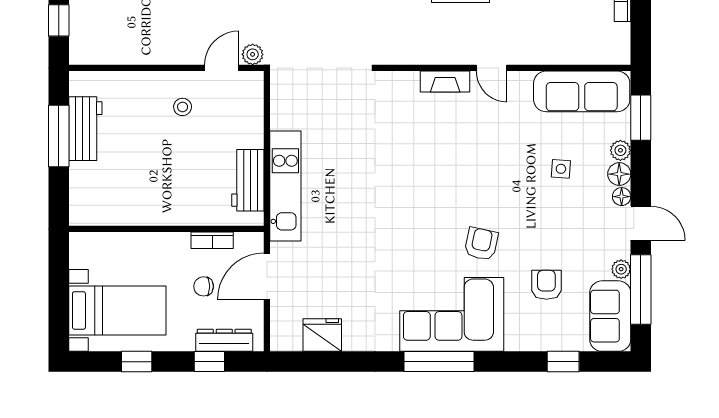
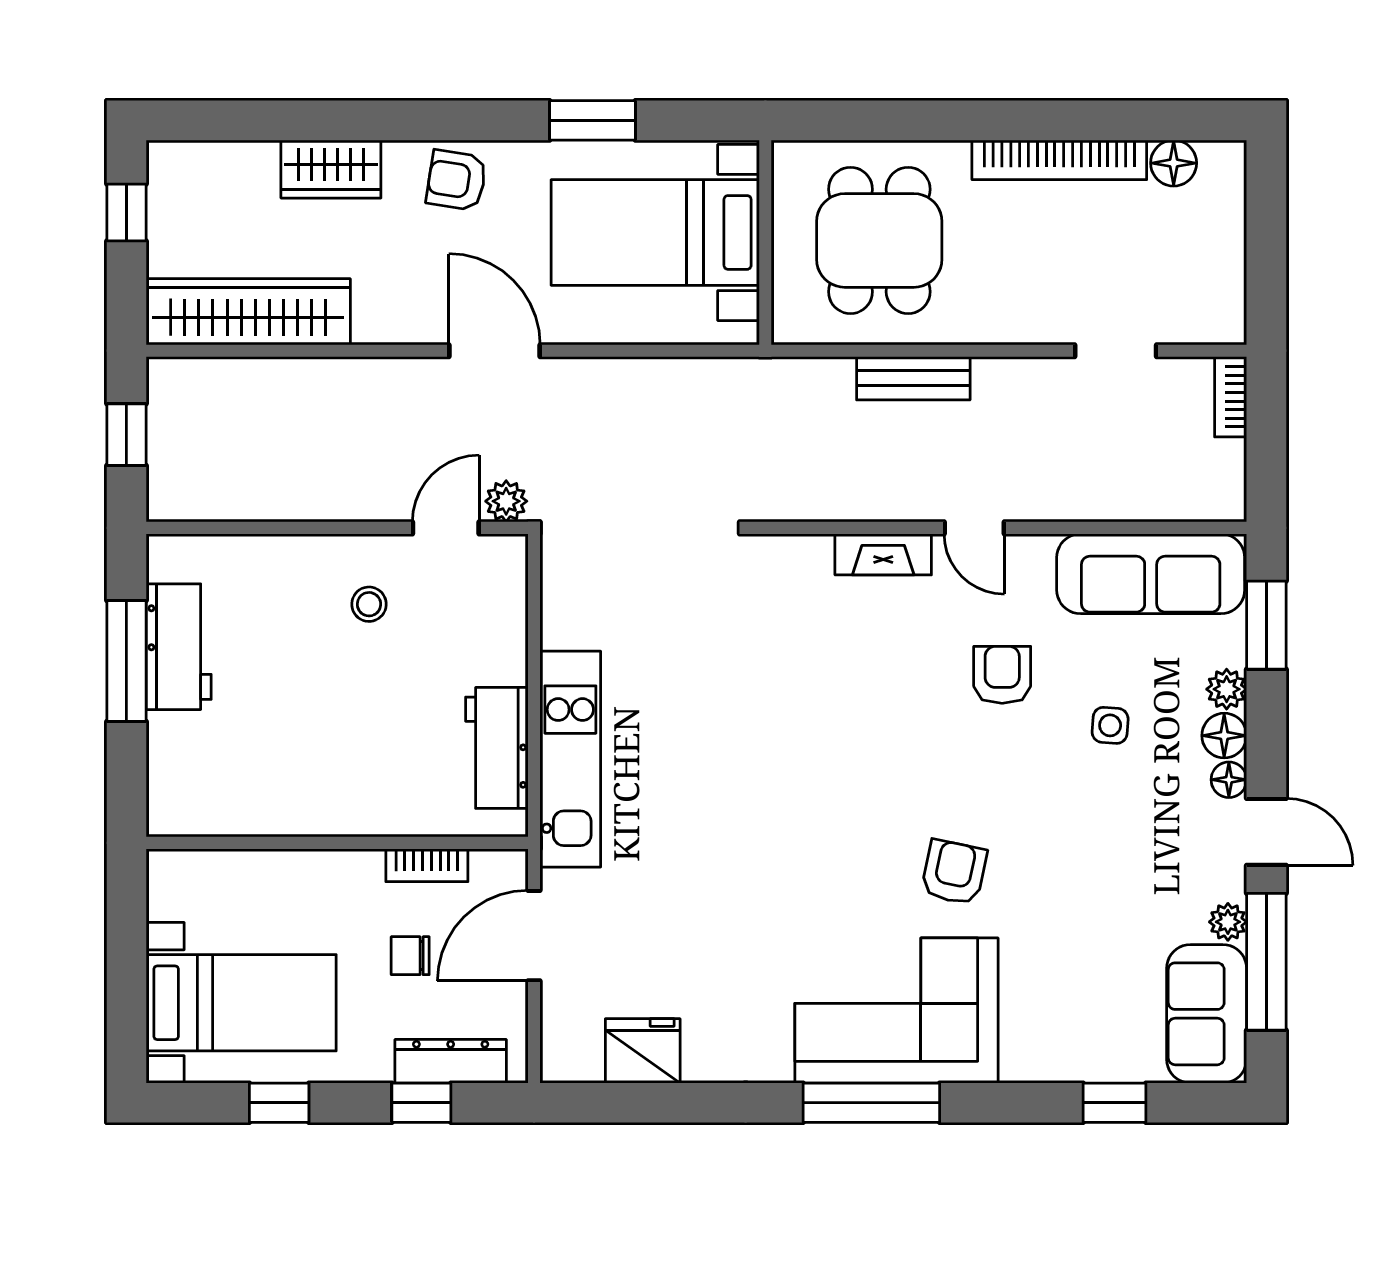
armchair: (546, 285) -> (1002, 675), moved

